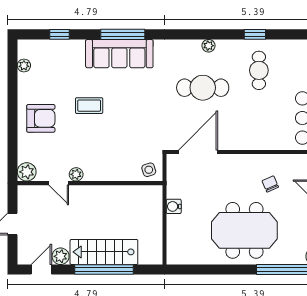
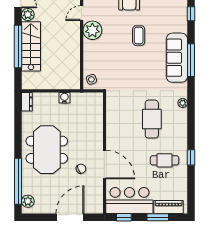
plant: (209, 46) -> (183, 103), moved
door: (198, 152) -> (104, 165), moved
plant: (76, 174) -> (92, 30), width x1.88, depth x1.88
dresser: (179, 257) -> (27, 102), added

